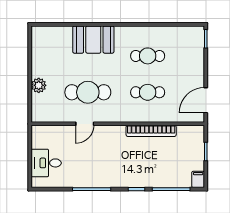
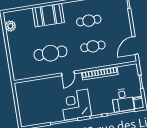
plant: (39, 85) -> (10, 26), moved
door: (85, 124) -> (68, 73), moved
desk: (46, 163) -> (123, 100), moved, turned -90
corner desk: (112, 169) -> (76, 105), added

